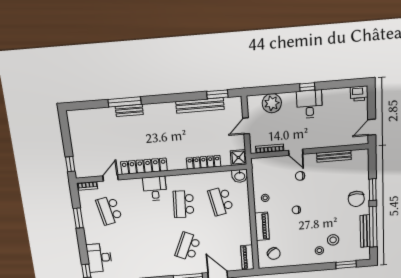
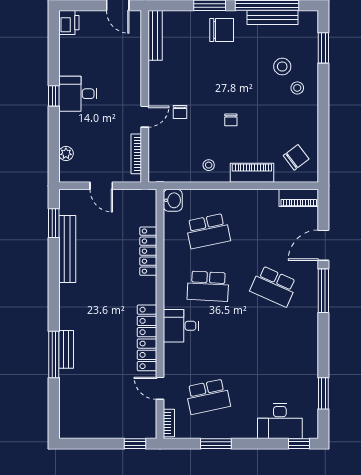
plant: (272, 103) -> (66, 153), width x0.53, depth x0.53
bench: (334, 156) -> (155, 35), moved
shower: (238, 158) -> (146, 200), removed

